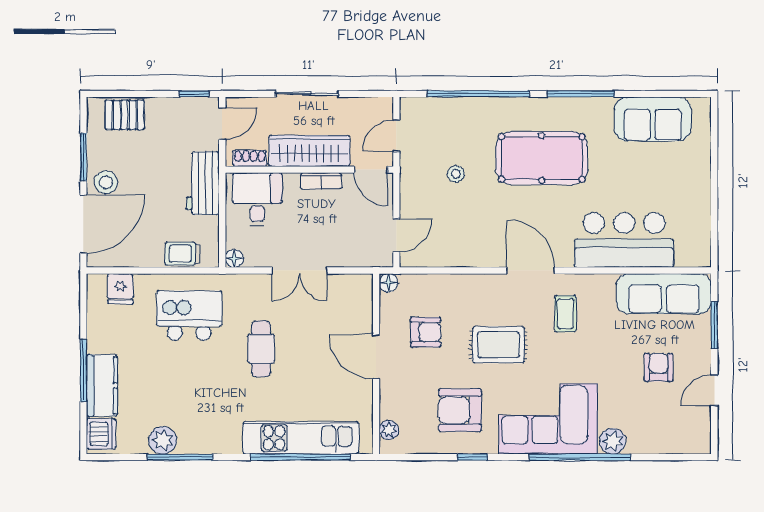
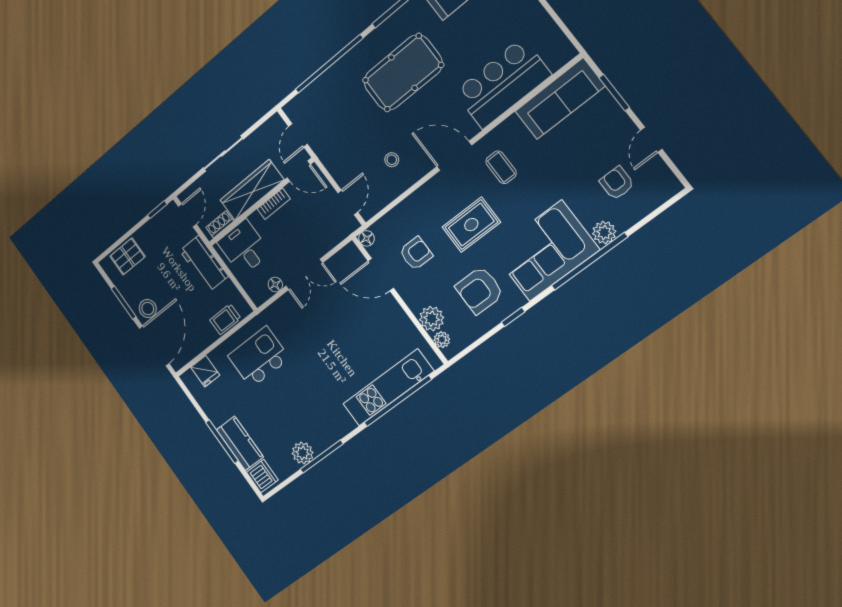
stool: (456, 174) -> (392, 160), moved
floor lamp: (234, 258) -> (275, 285), moved
cafe table: (261, 349) -> (319, 346), removed
door: (376, 357) -> (381, 275), moved
armchair: (658, 367) -> (617, 183), moved
plant: (394, 403) -> (432, 319), added

